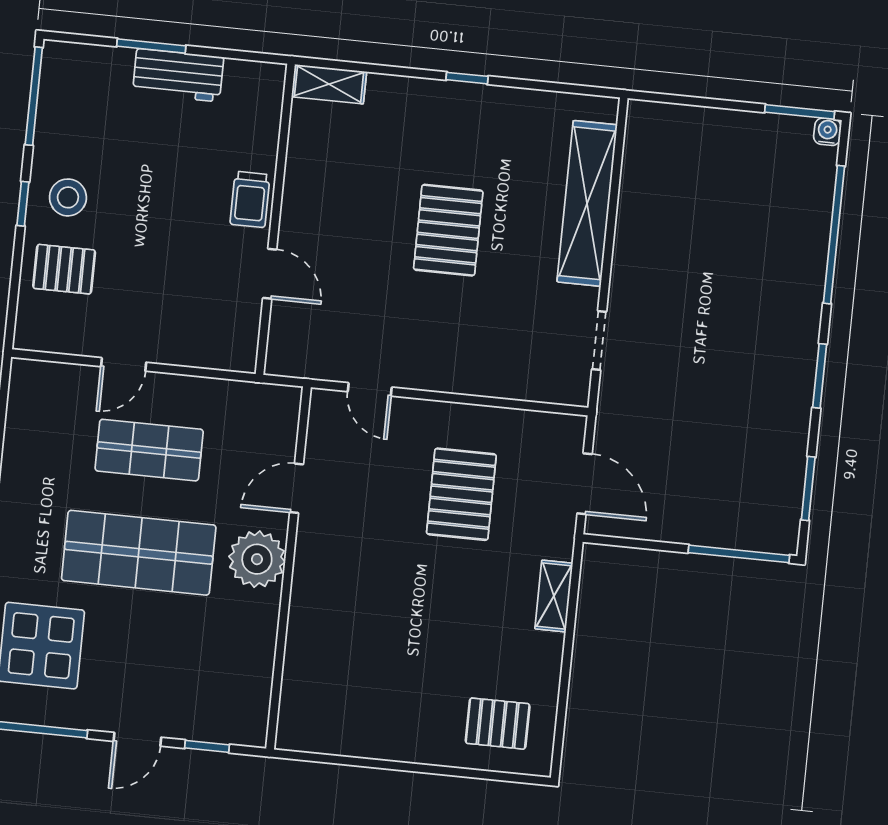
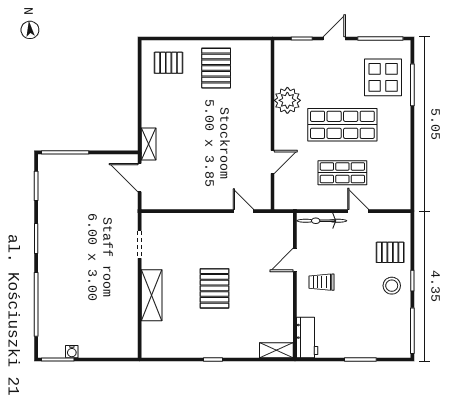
workbench: (178, 75) -> (307, 337), moved, turned 90
water cooler: (827, 132) -> (72, 352), moved
trolley: (250, 199) -> (322, 282), moved, turned -90
shelving: (587, 203) -> (152, 295), width x0.68
door: (270, 274) -> (295, 260), hinge flipped
bicycle: (204, 352) -> (322, 221), added
door: (124, 364) -> (358, 211), hinge flipped
pallet: (461, 494) -> (216, 68), moved
plant: (257, 559) -> (287, 100), moved
shelving: (554, 596) -> (149, 144), moved

